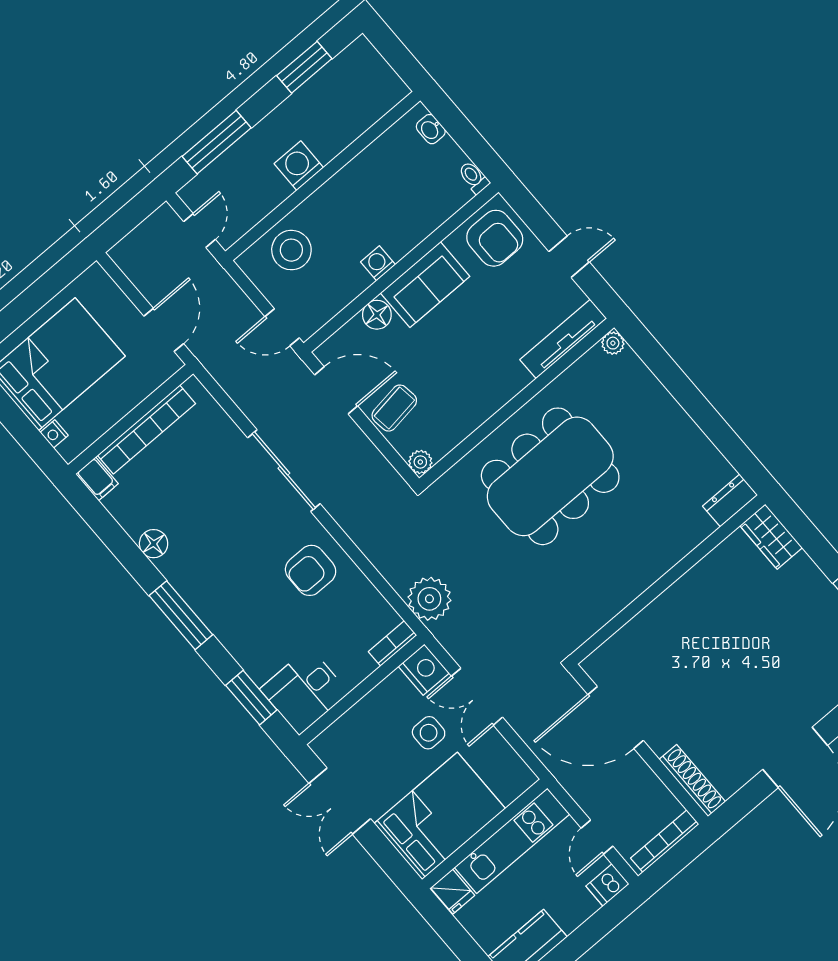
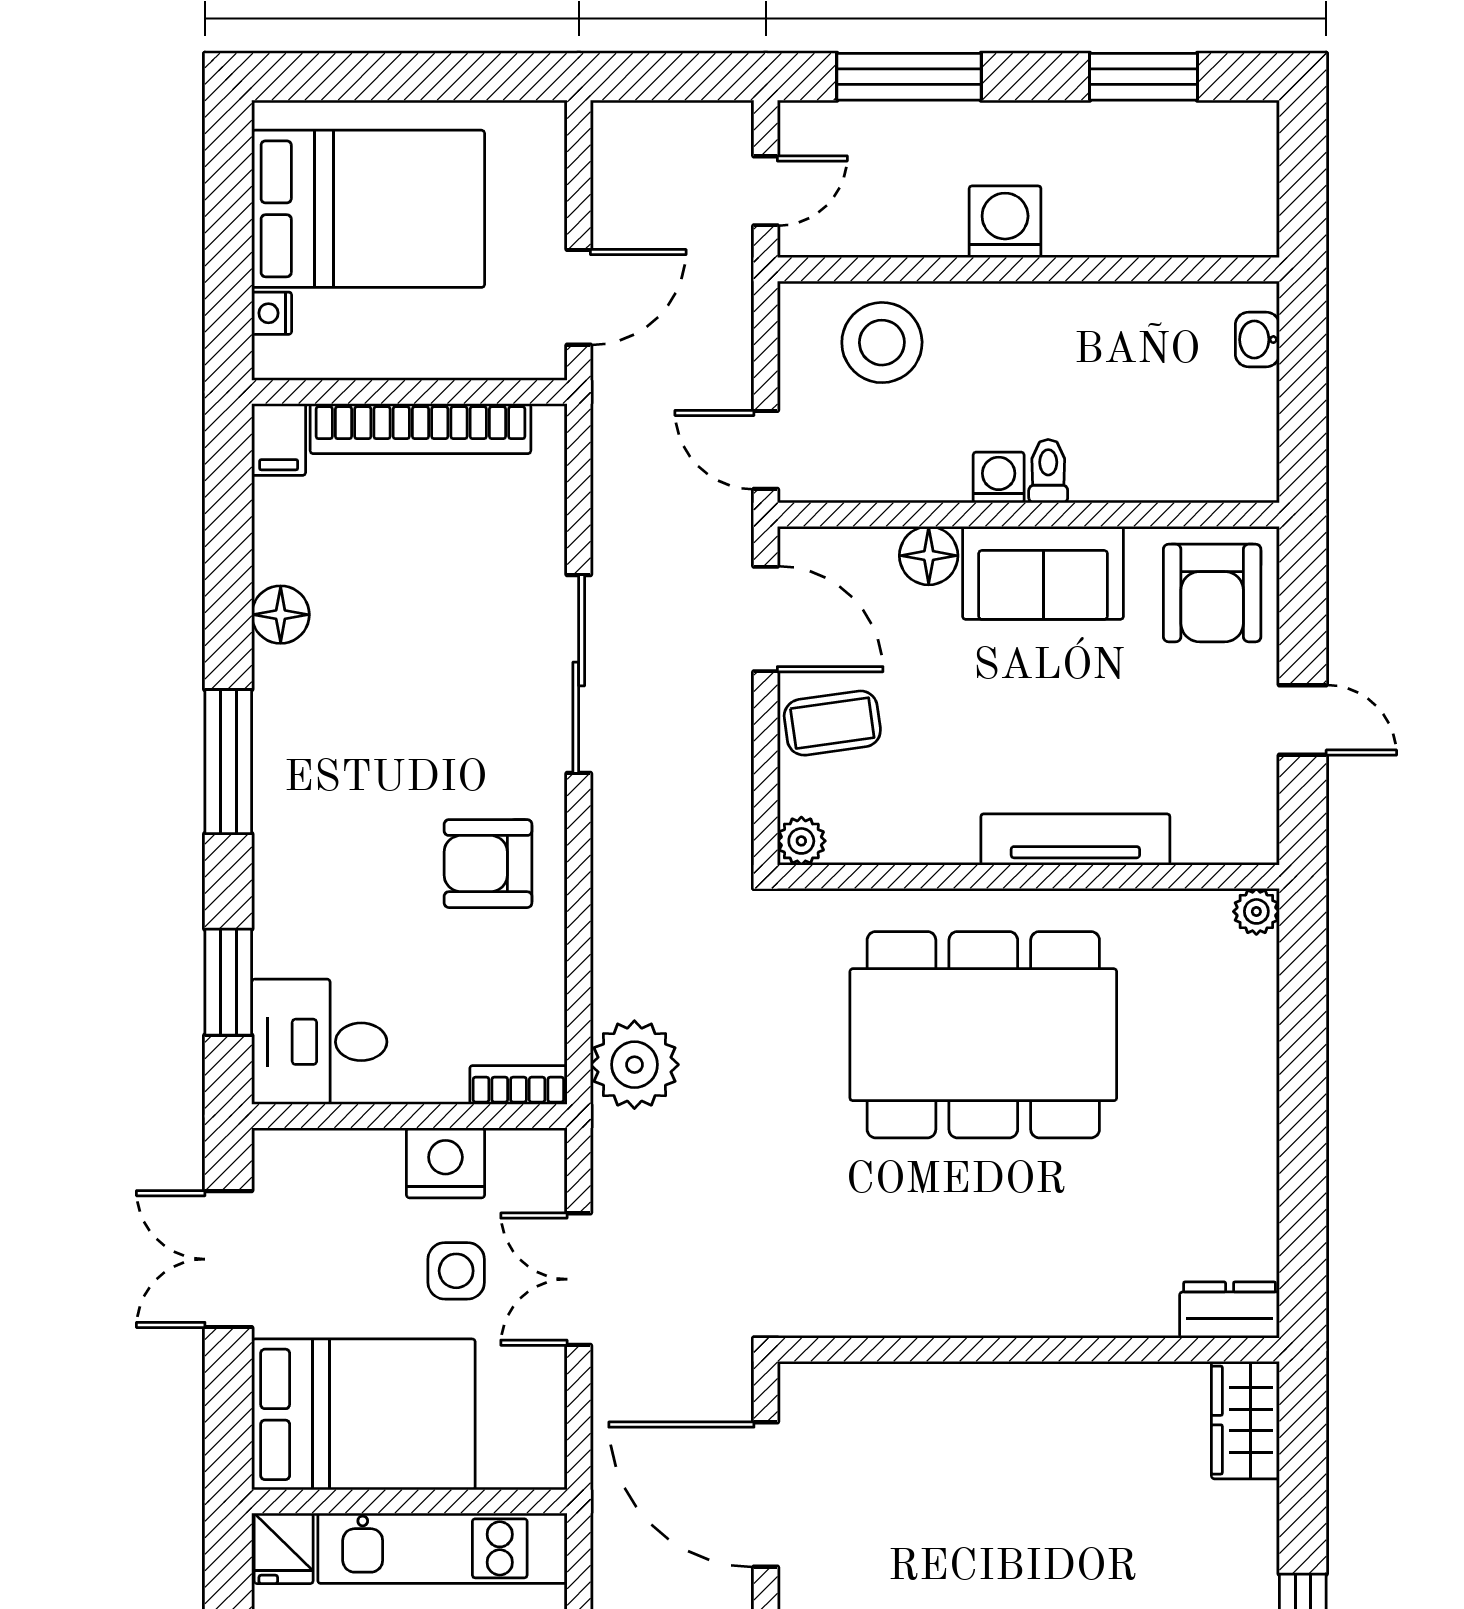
toilet: (474, 177) -> (1048, 471), moved
tv unit: (563, 339) -> (1075, 839), moved
nightstand: (424, 670) -> (445, 1163), moved, turned -90

